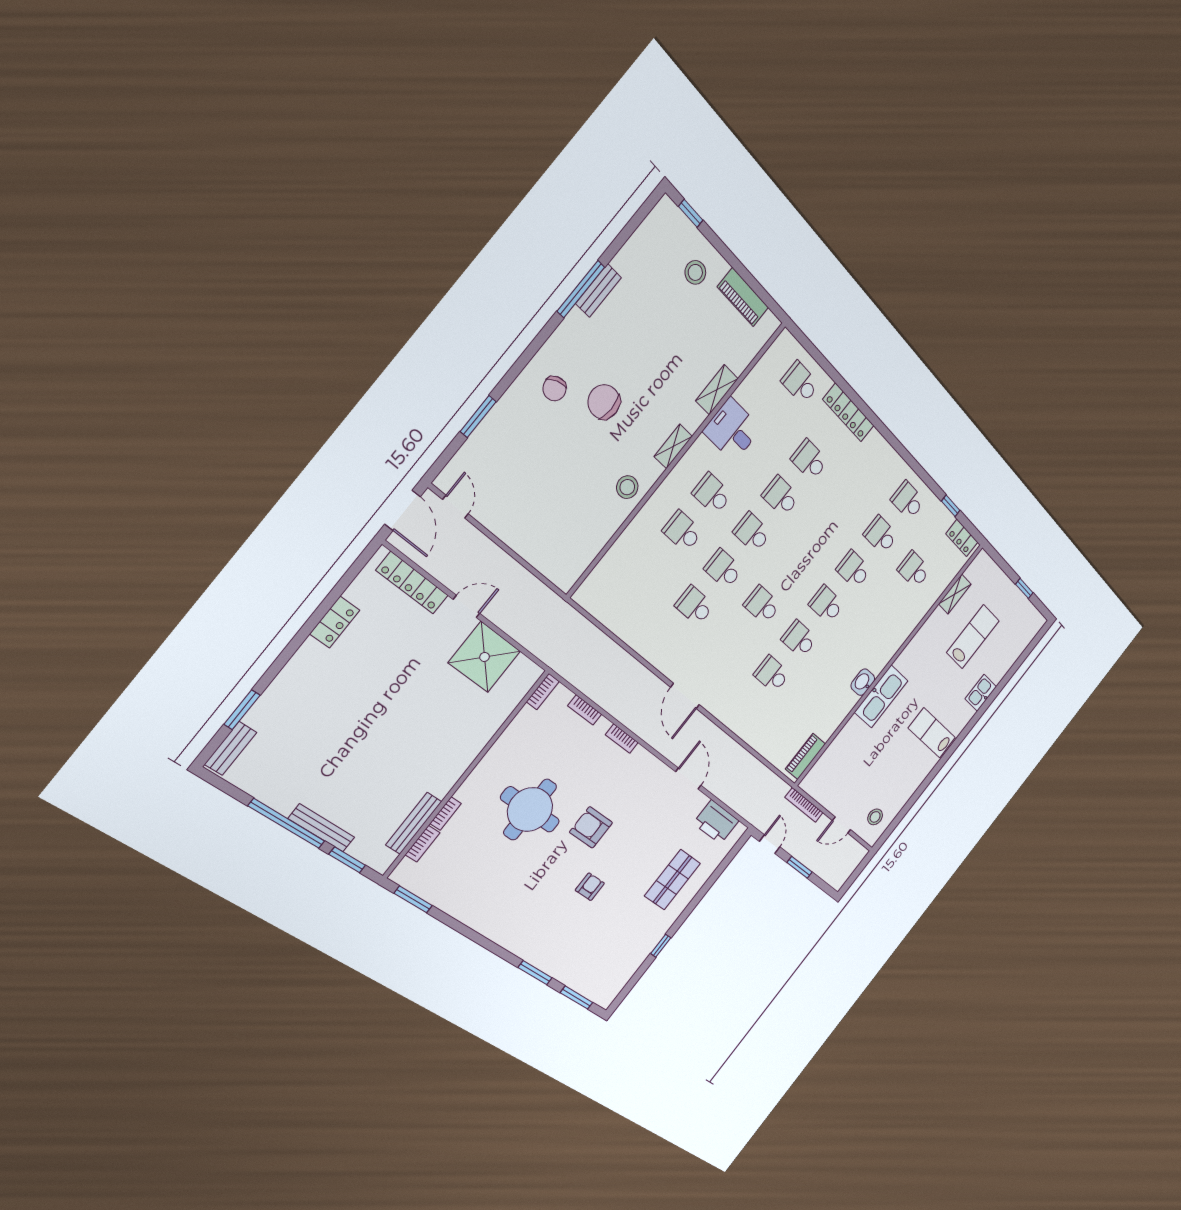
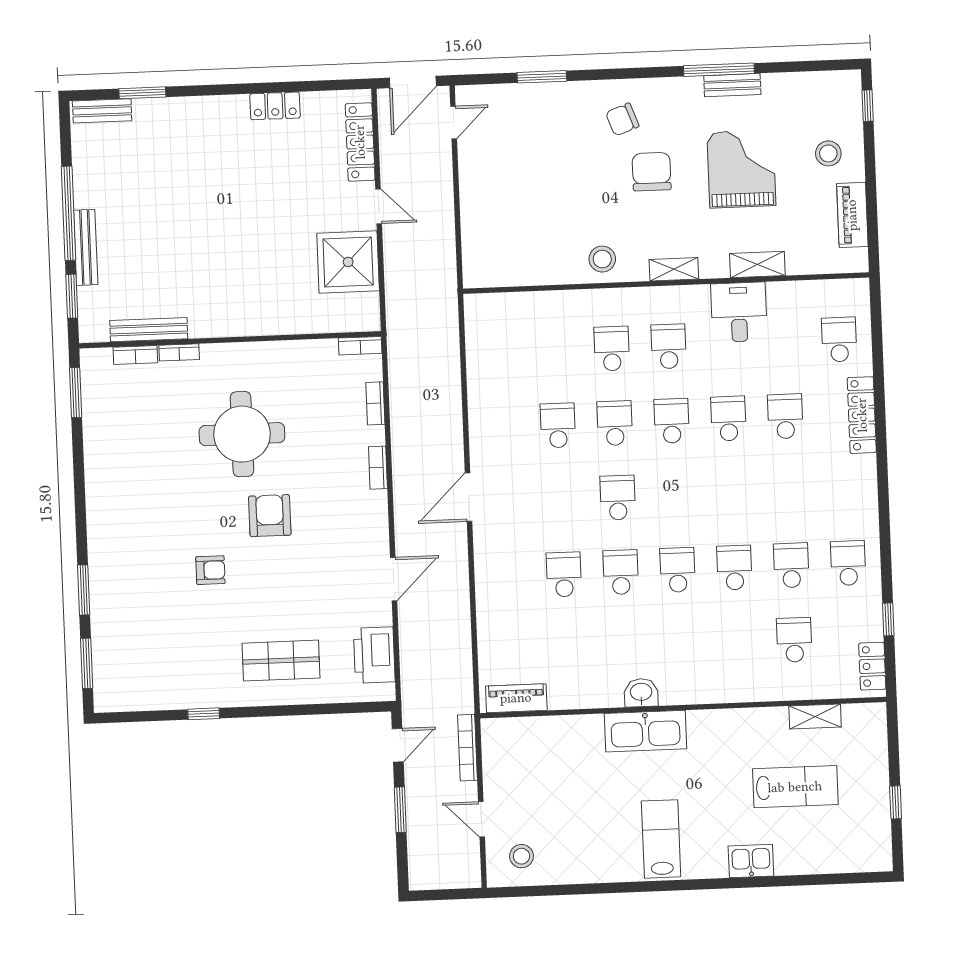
grand piano: (654, 340) -> (741, 169), added

